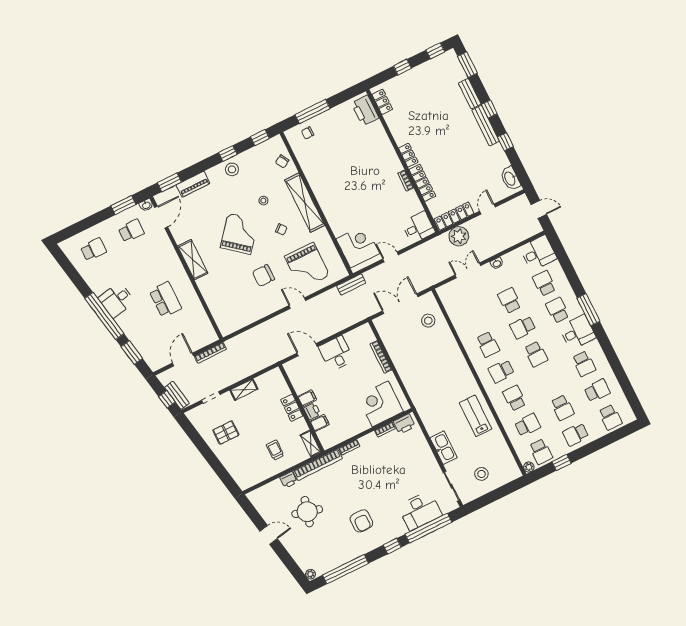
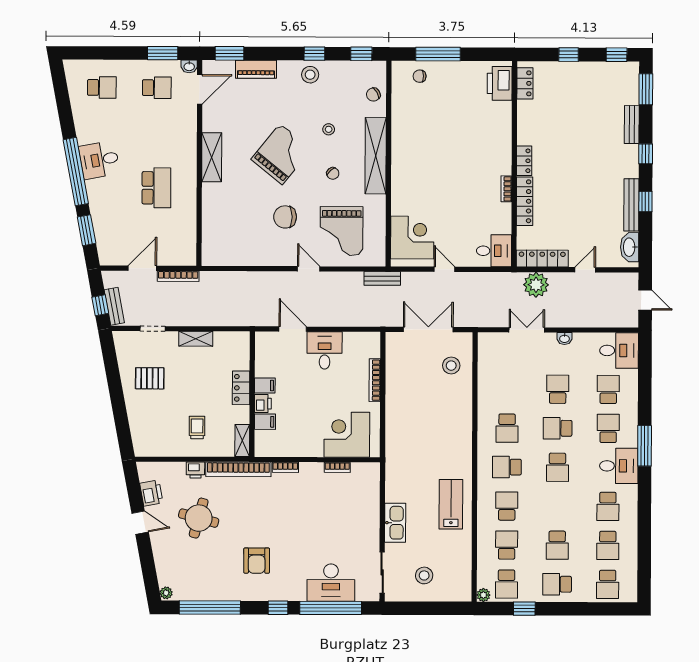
bench: (485, 126) -> (631, 205), moved
school desk: (597, 390) -> (608, 545), turned 90
printer: (404, 424) -> (151, 493), moved, turned -101
school desk: (528, 425) -> (507, 545), turned -90

